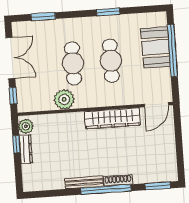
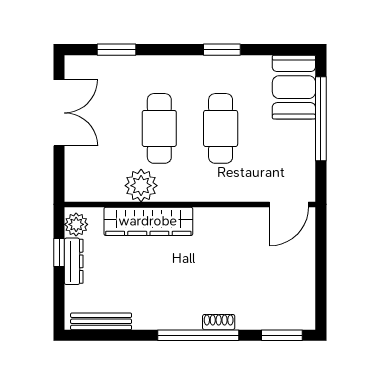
booth: (156, 47) -> (294, 87), moved
window: (13, 95) -> (59, 173), removed
wardrobe: (112, 118) -> (148, 221), moved
shoe rack: (118, 180) -> (219, 322), width x0.70
bench: (84, 182) -> (101, 321), moved

